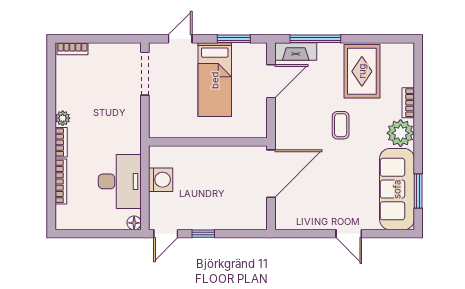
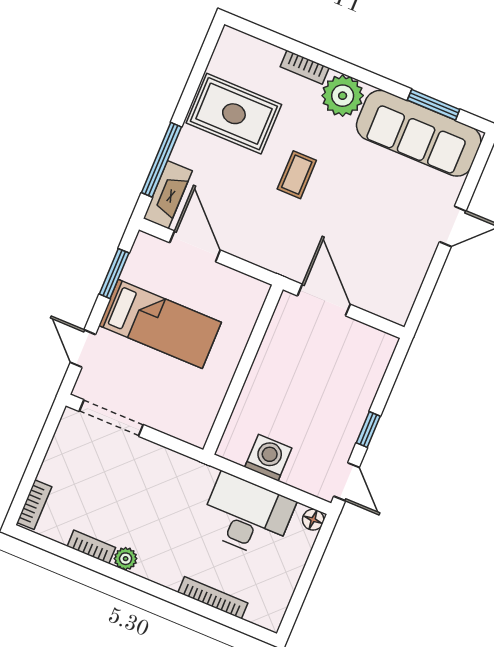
coffee table: (341, 125) -> (297, 175), turned 90
bookcase: (61, 142) -> (91, 547), moved
door: (271, 174) -> (324, 300), width x0.73

